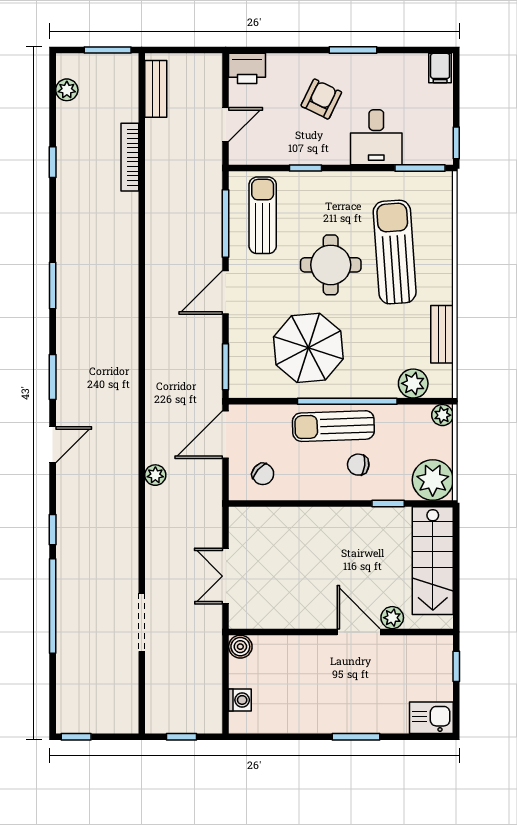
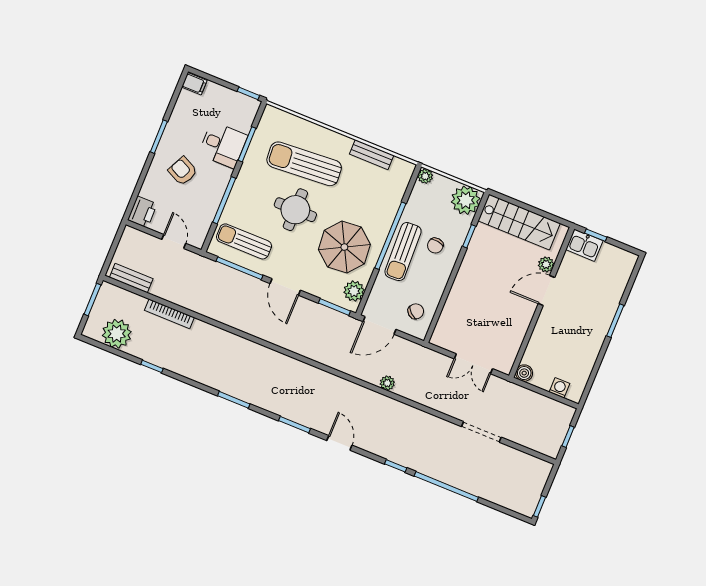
plant: (67, 90) -> (117, 334), width x1.87, depth x1.87
window: (305, 168) -> (224, 200), width x2.17
window: (420, 168) -> (247, 144), moved
plant: (413, 383) -> (354, 291), moved
door: (226, 435) -> (380, 325), hinge flipped
kitchen sink: (431, 718) -> (584, 245), moved, turned -90

